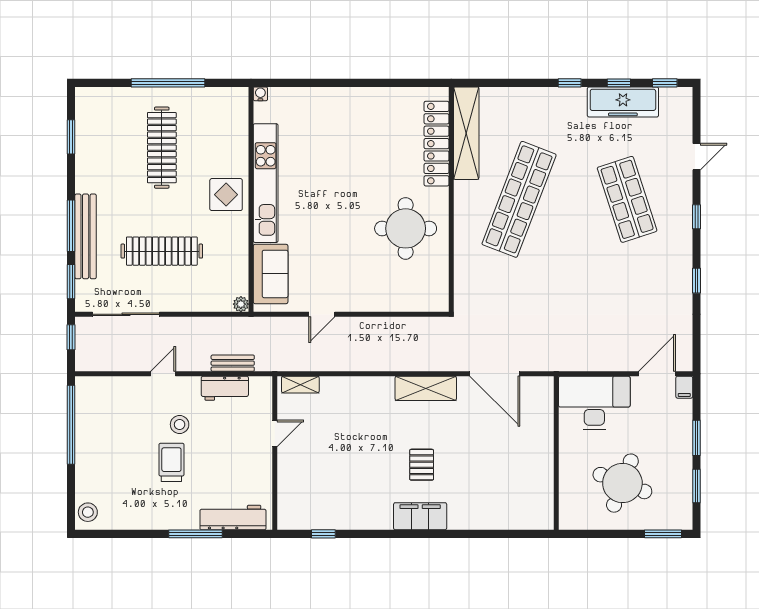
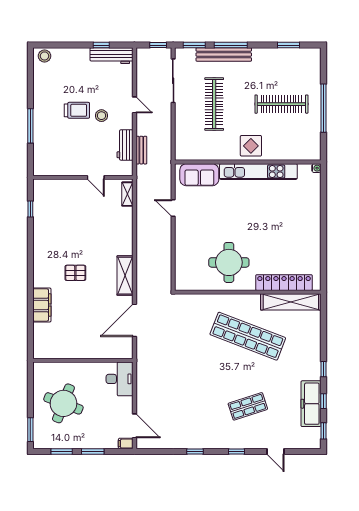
shop shelf: (627, 199) -> (248, 406), width x0.70, depth x0.74
plant: (241, 304) -> (180, 155), removed
desk: (594, 403) -> (120, 379), width x0.73, depth x0.77
window: (71, 425) -> (101, 45), width x0.32
filing cabinet: (420, 516) -> (42, 305), moved
workbench: (233, 518) -> (111, 56), moved, turned 90

